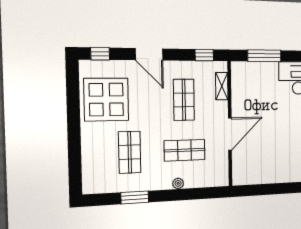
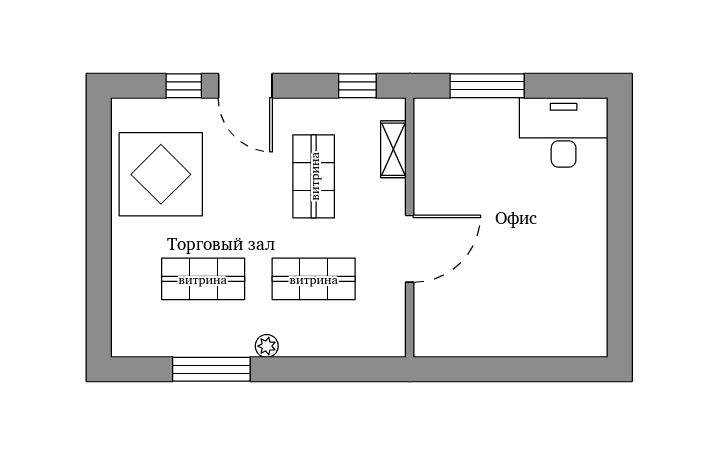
window: (100, 54) -> (184, 86), moved
shop shelf: (130, 152) -> (203, 279), turned 90
plant: (178, 183) -> (267, 346), moved
window: (135, 197) -> (211, 369), width x1.44

